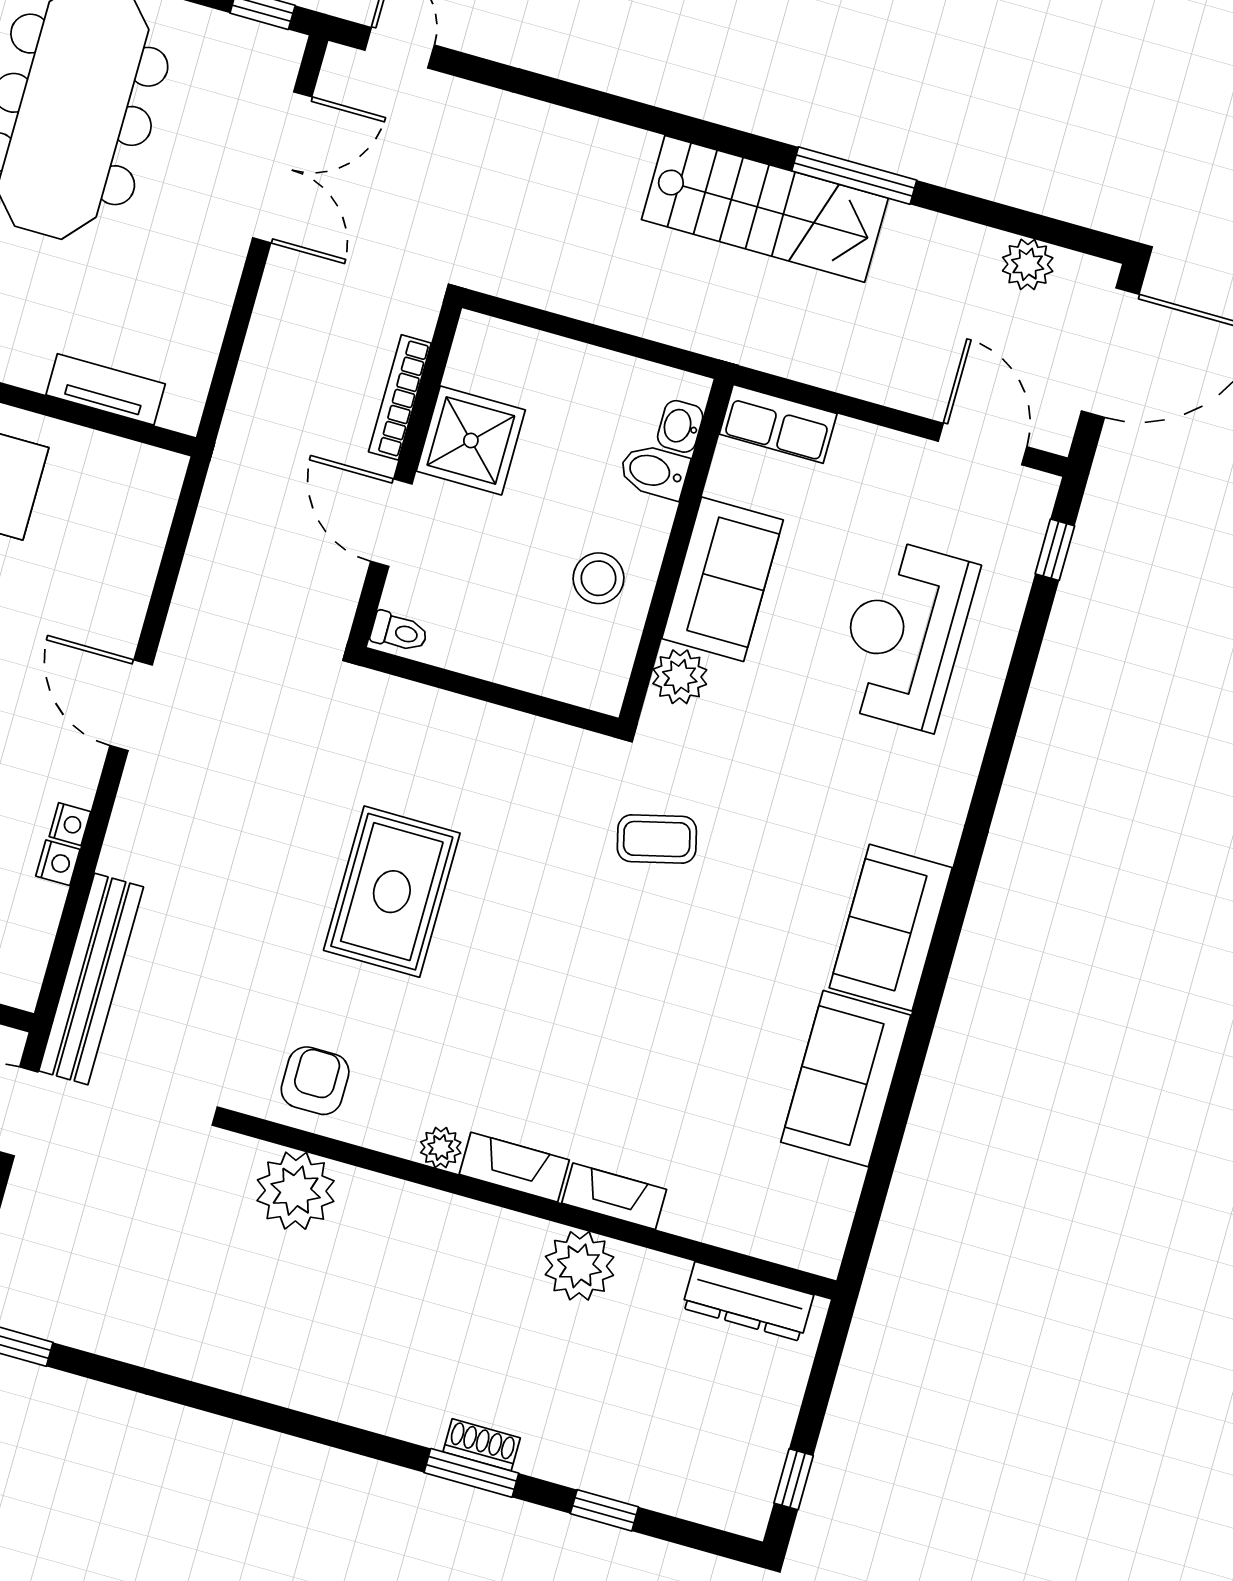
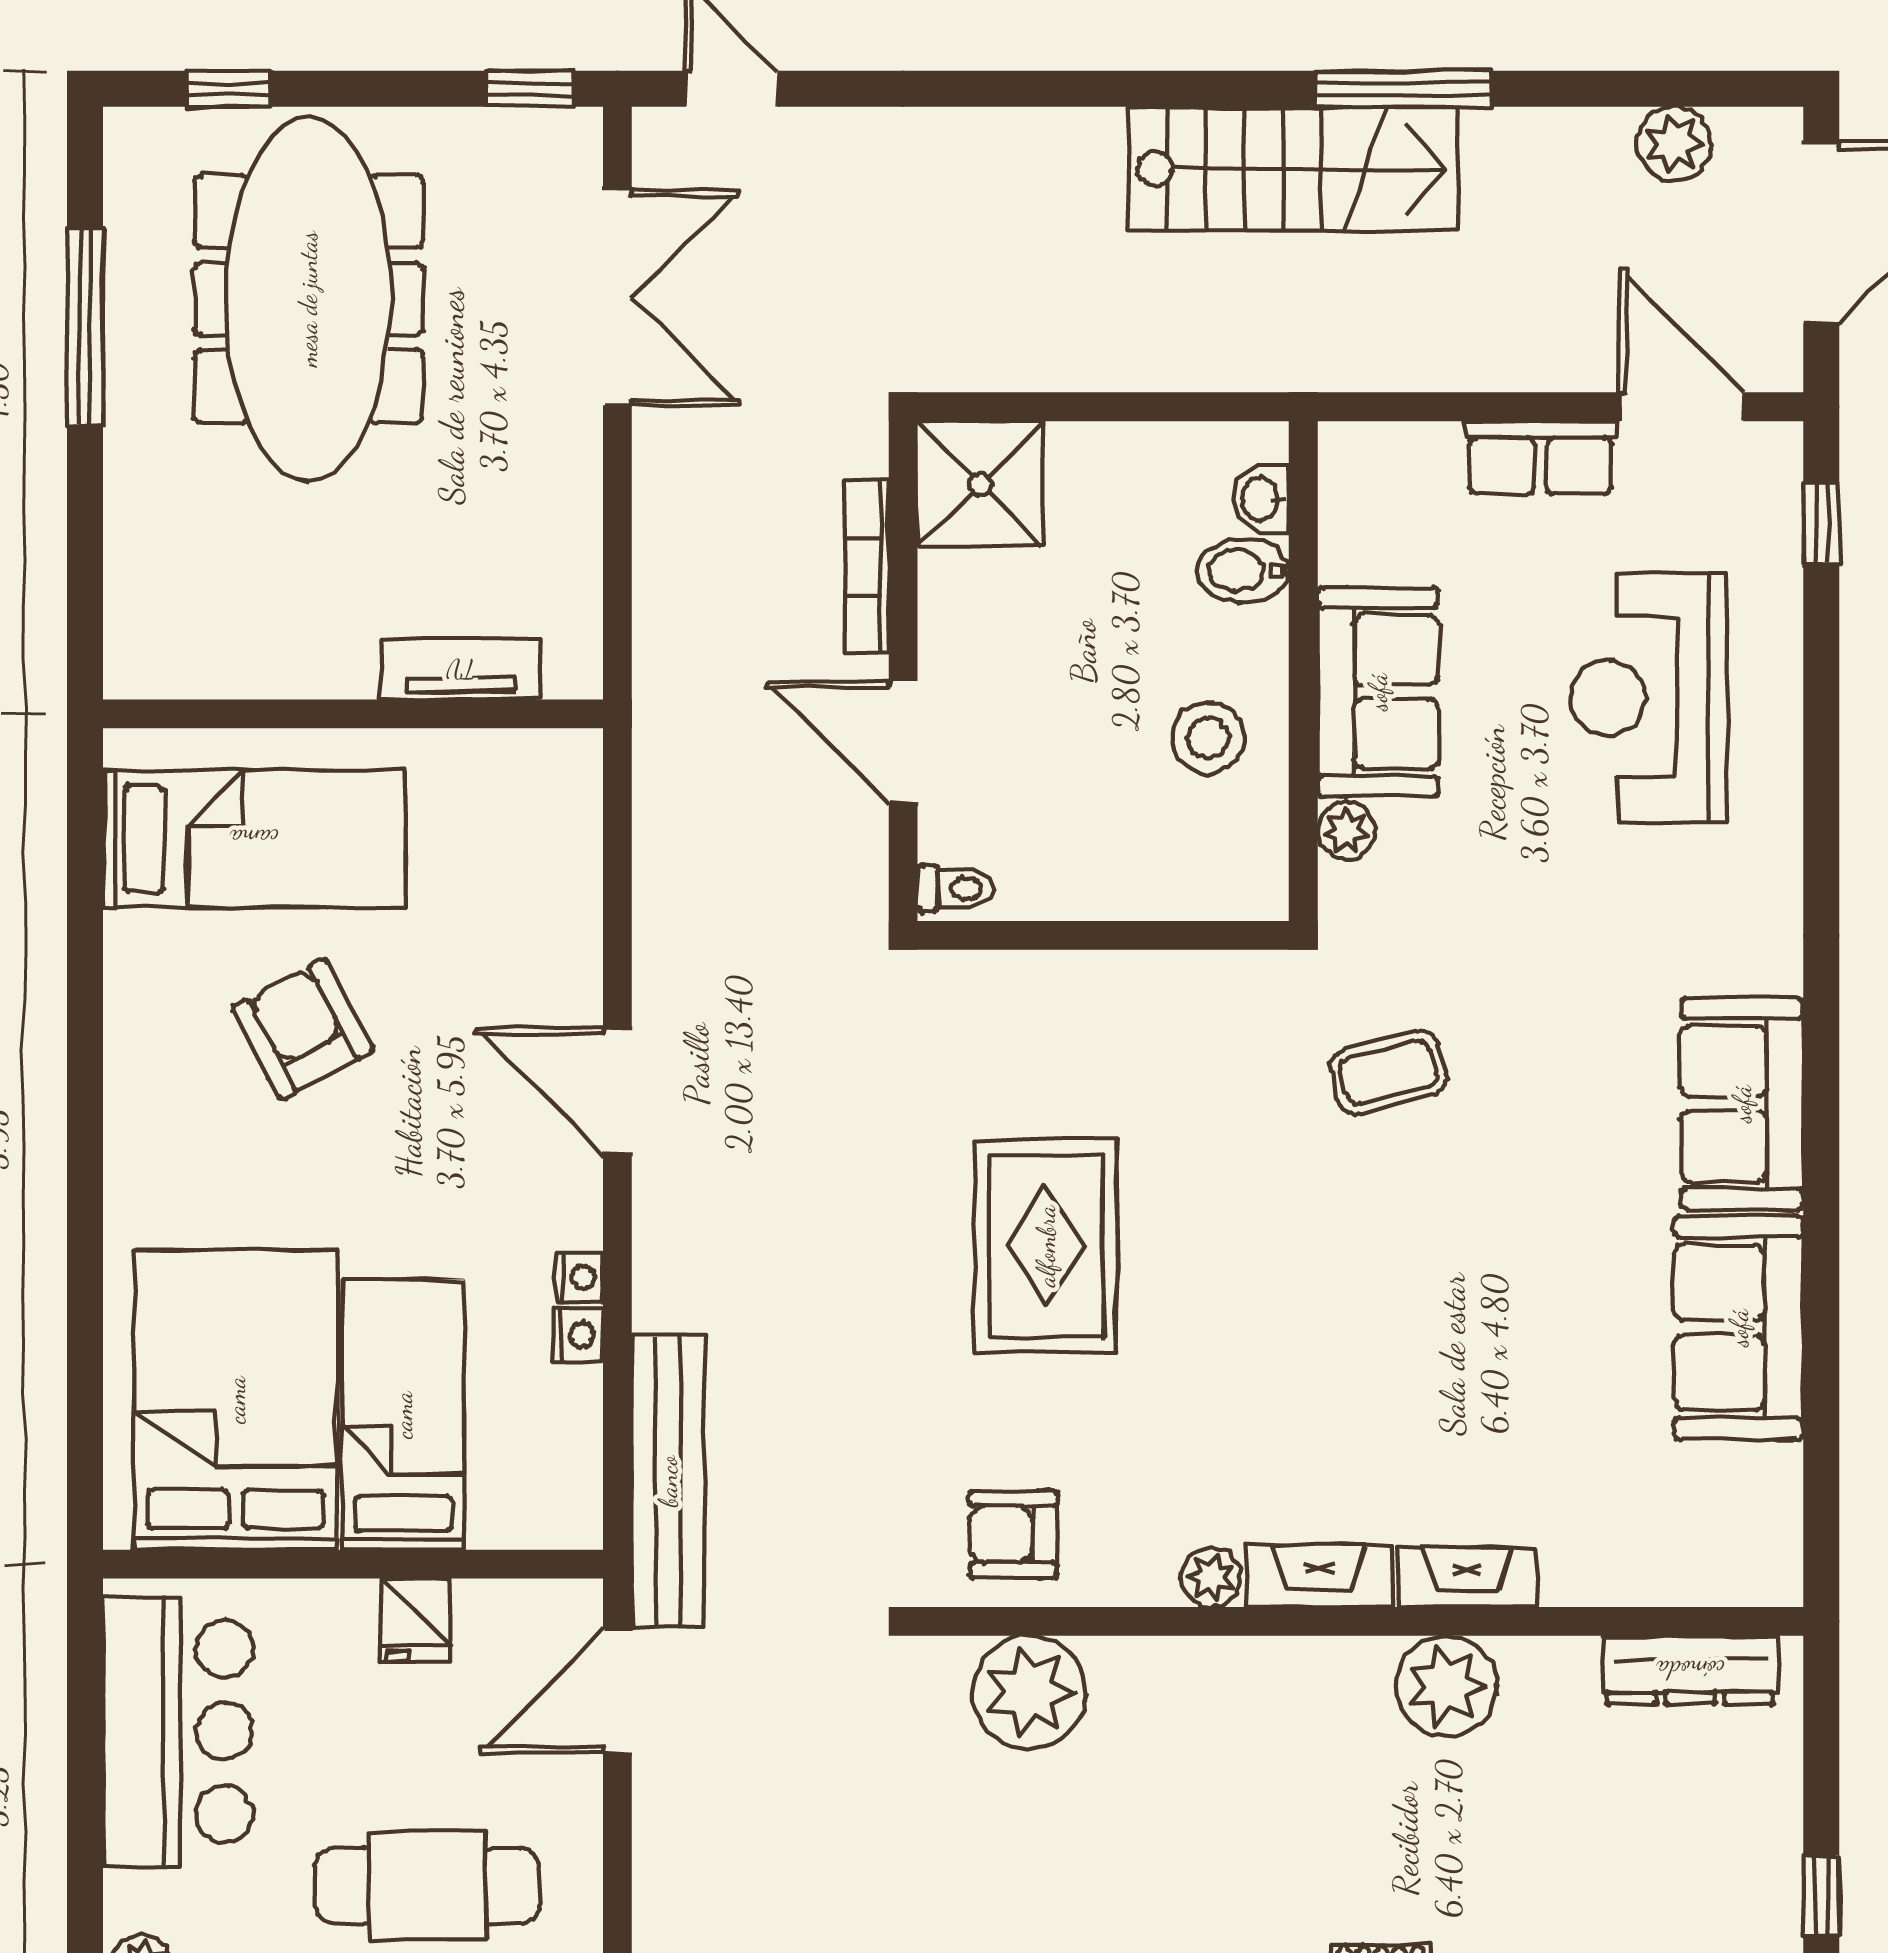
row of seats: (778, 424) -> (1541, 458), moved
shower: (471, 440) -> (980, 484), moved
plant: (680, 677) -> (1346, 831), width x0.73, depth x0.73
armchair: (315, 1081) -> (1013, 1534), turned -90

